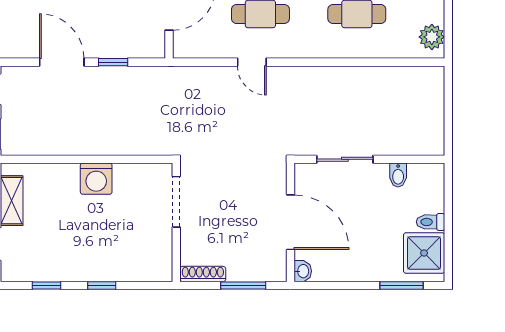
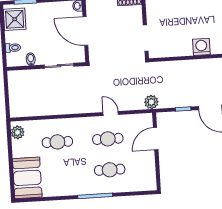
plant: (173, 79) -> (151, 102), added
washing machine: (96, 179) -> (201, 47), moved
toilet: (431, 222) -> (13, 48), moved

